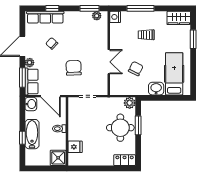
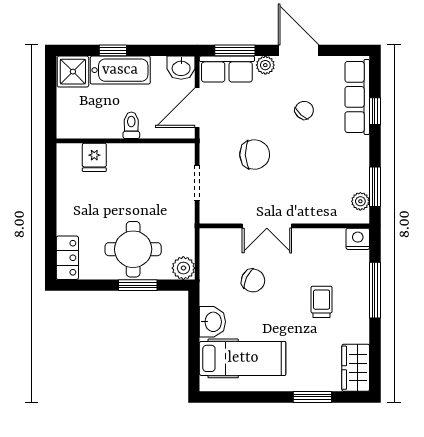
shower: (58, 158) -> (73, 72), moved

